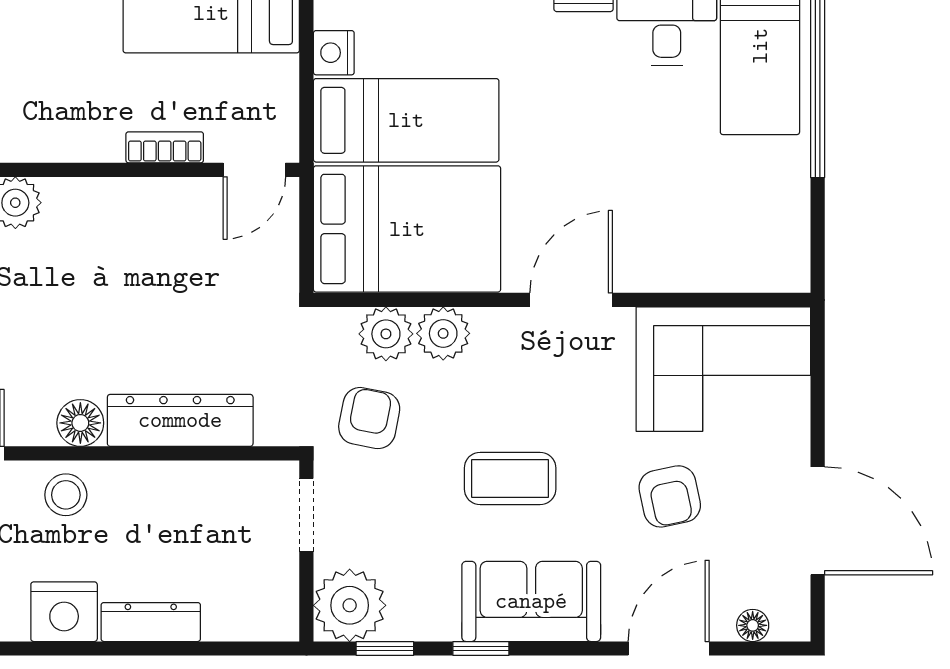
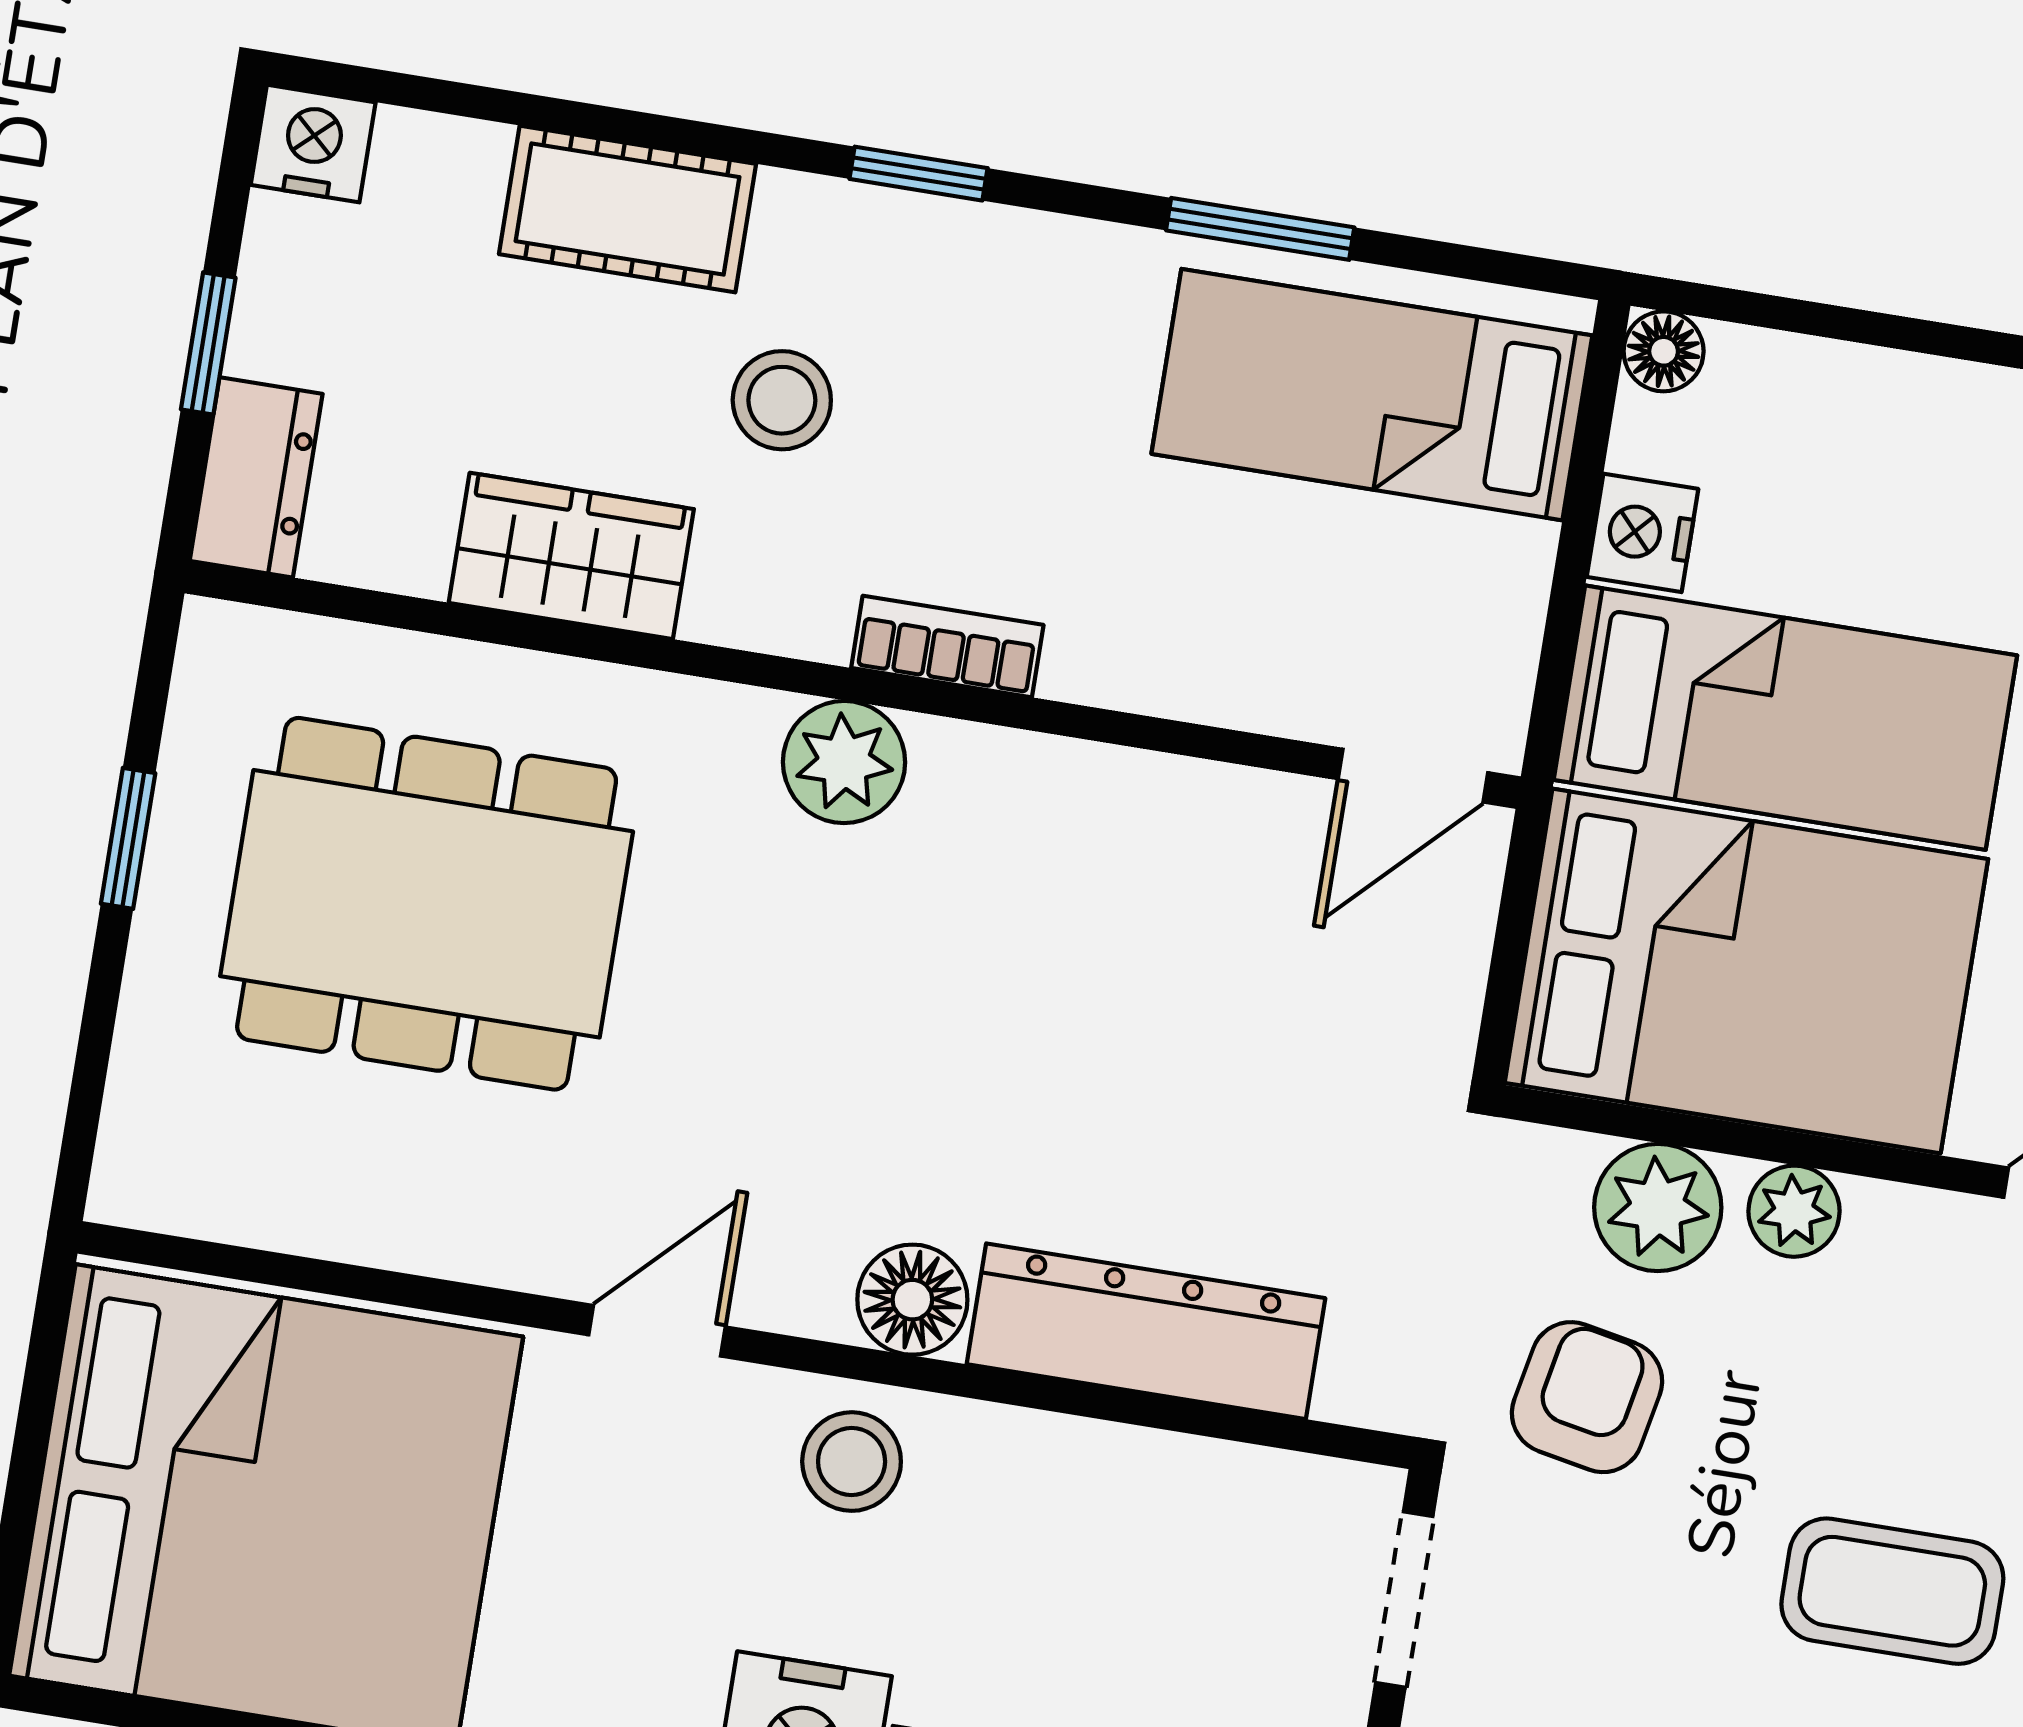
bookcase: (165, 147) -> (947, 646), moved
plant: (443, 333) -> (1794, 1211), width x0.73, depth x0.73

